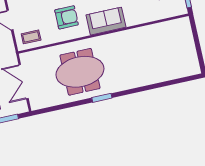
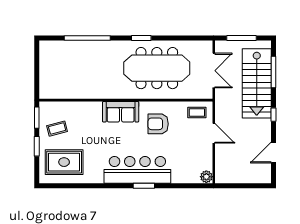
meeting table: (80, 72) -> (157, 68), width x1.36
window: (155, 86) -> (87, 38), added

